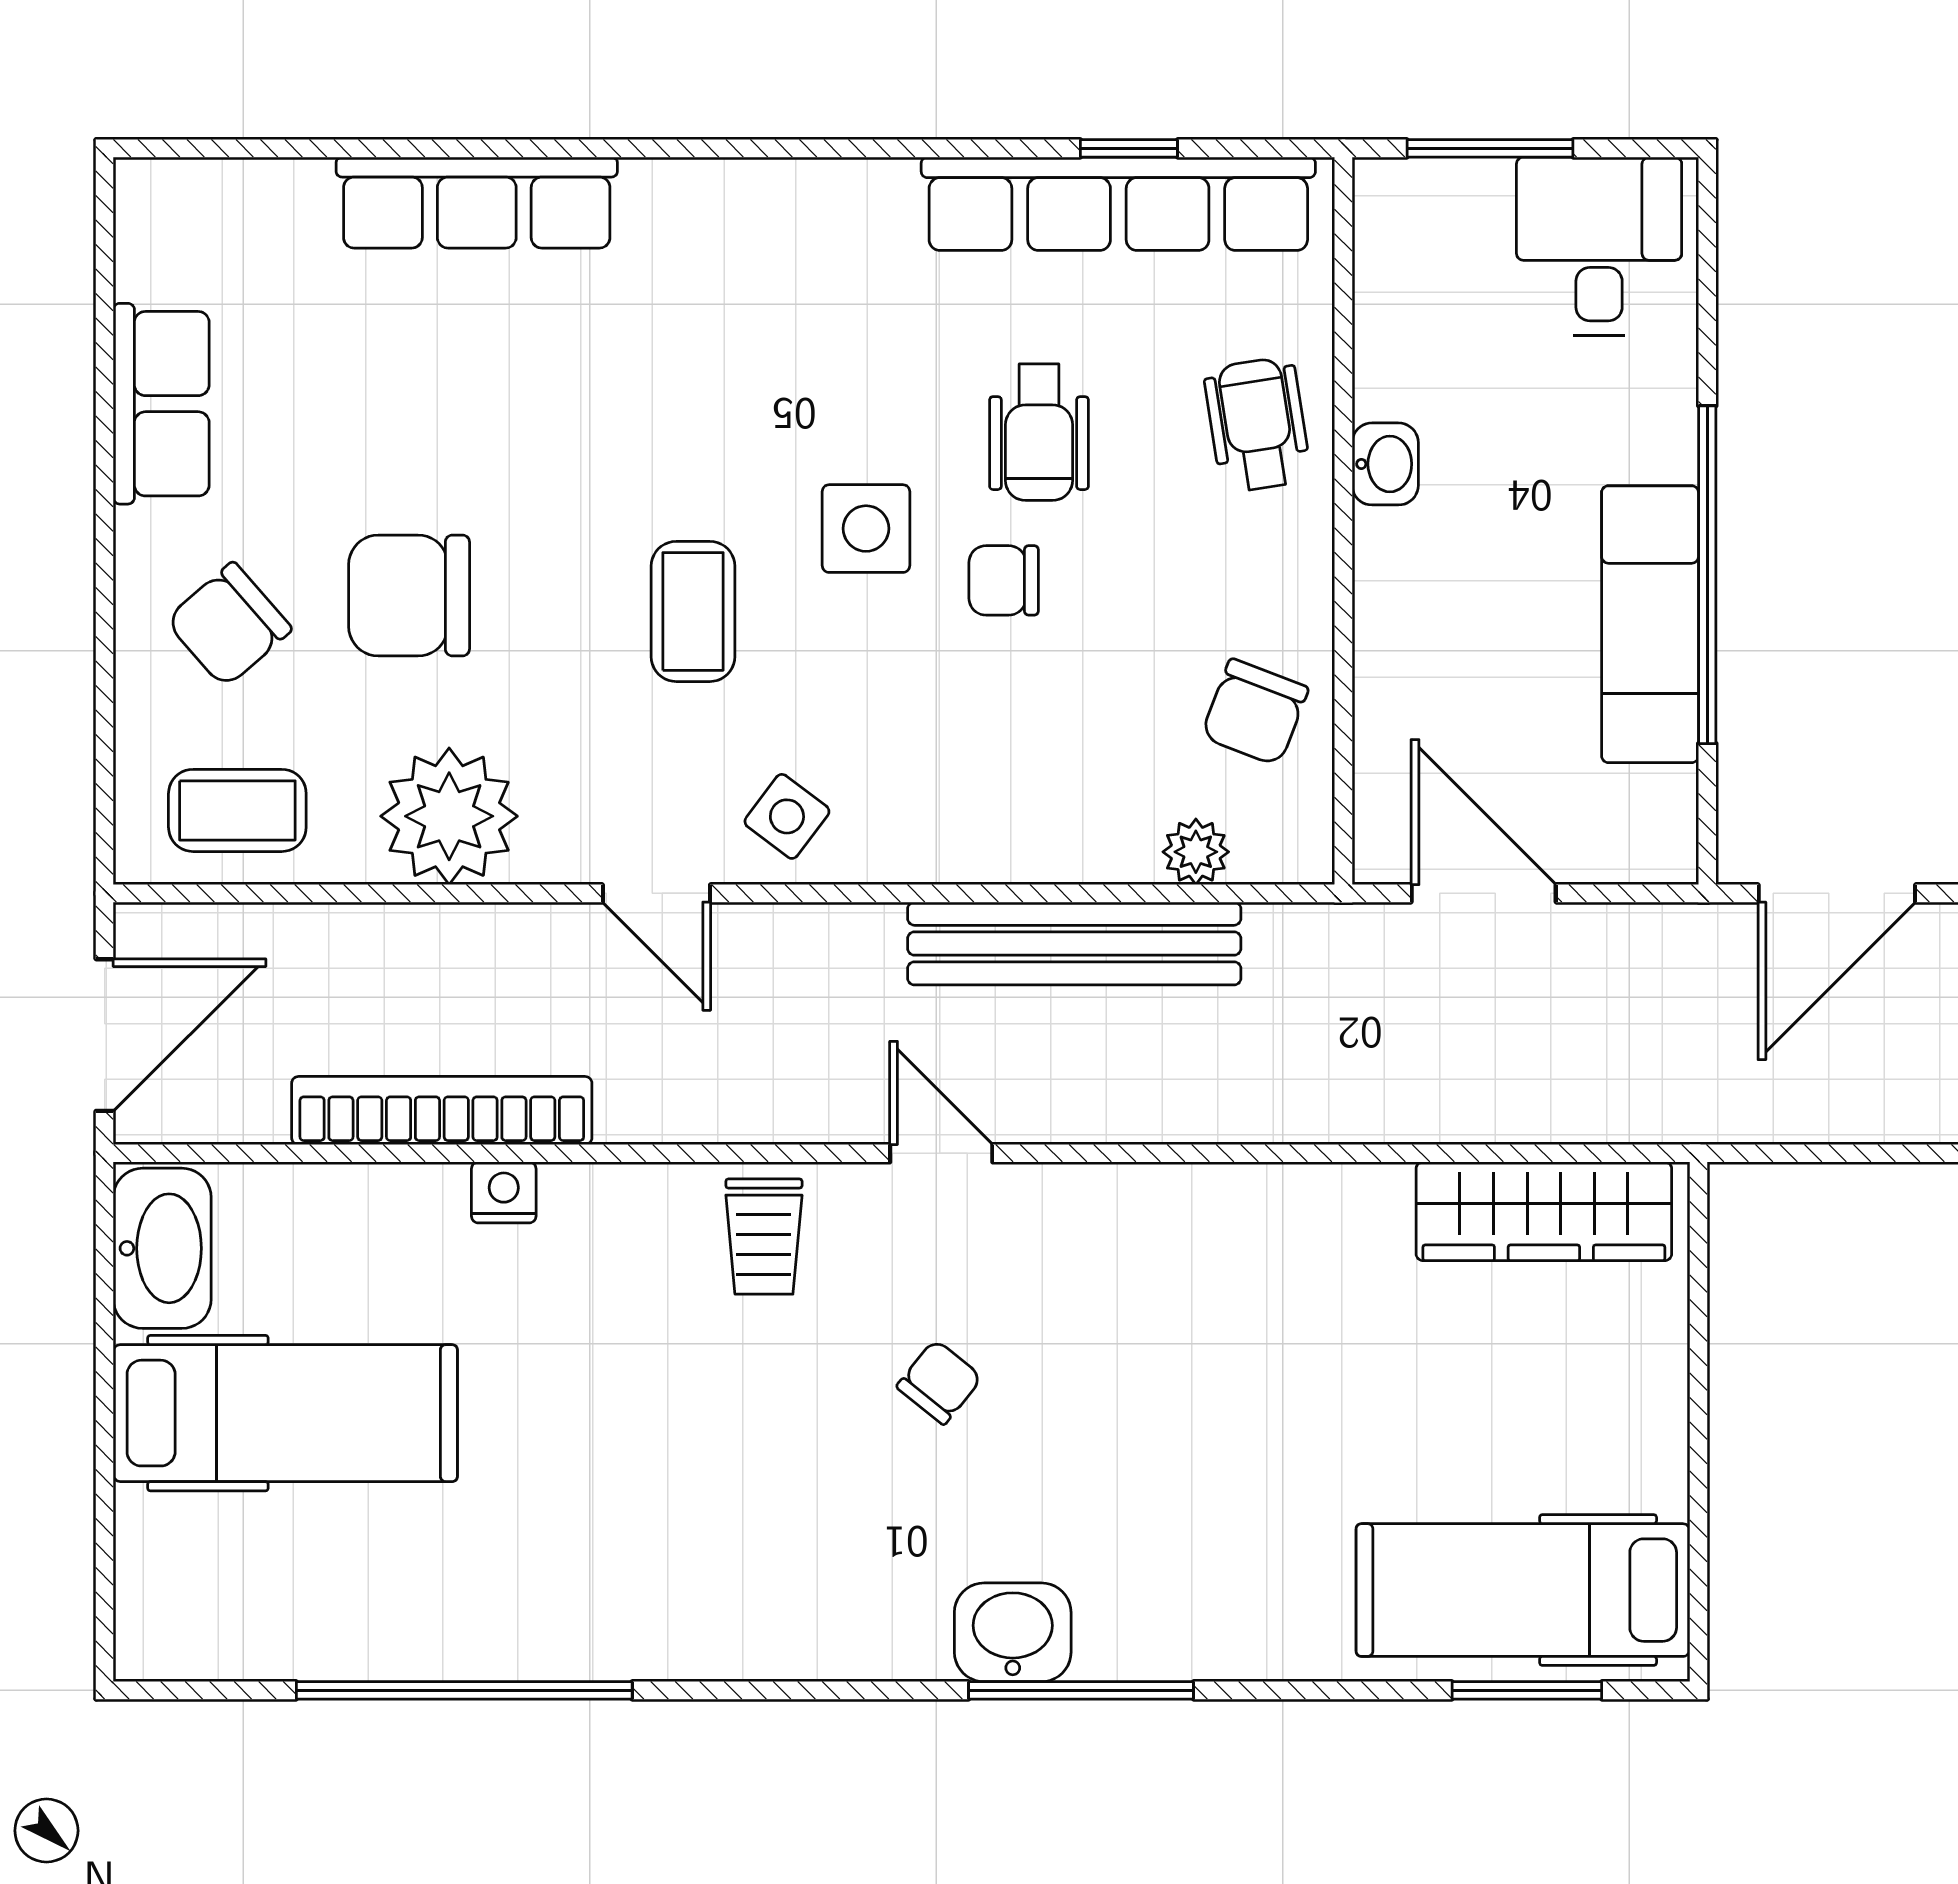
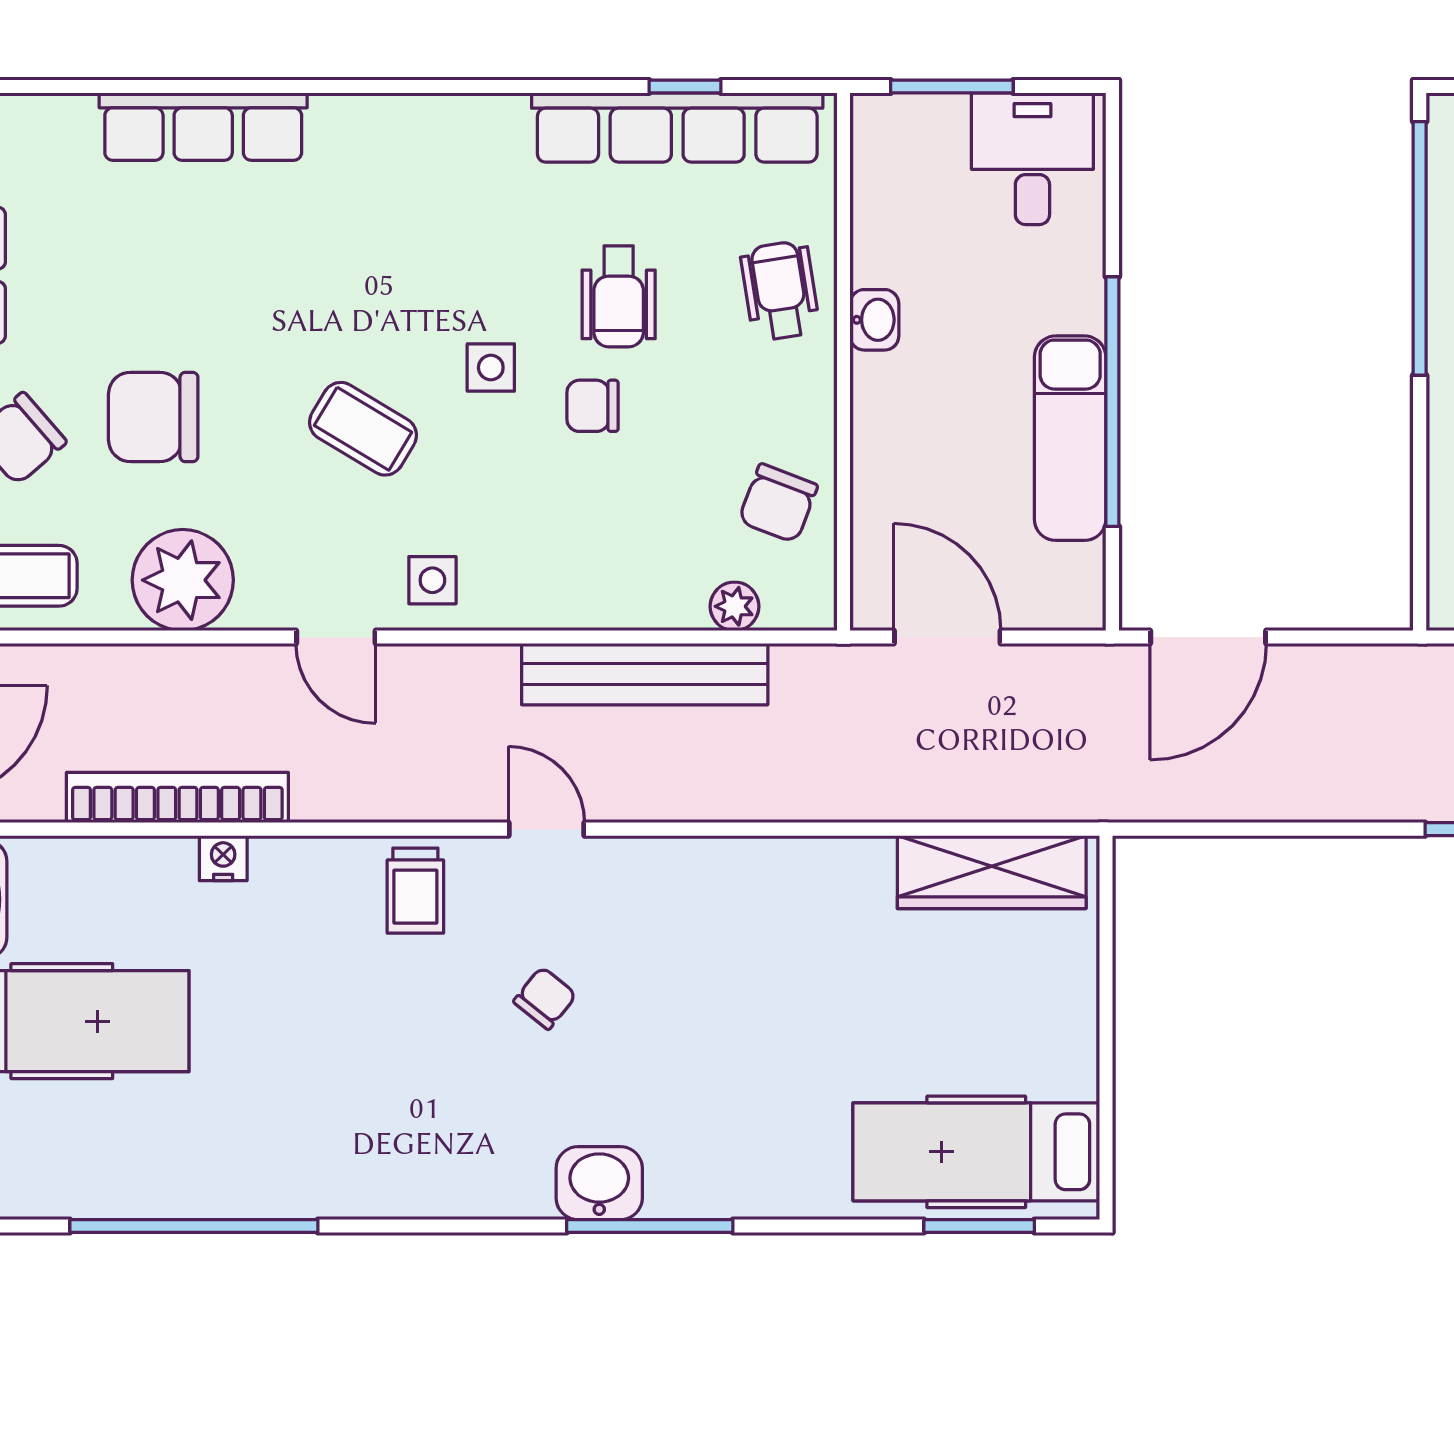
side table: (866, 529) -> (491, 368), width x0.73, depth x0.73
coffee table: (693, 611) -> (363, 429), turned -59
side table: (787, 816) -> (432, 580), turned -37

